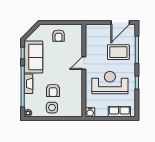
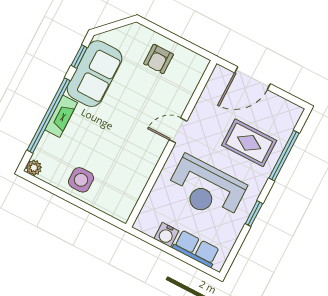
door: (120, 23) -> (252, 78), moved
reception desk: (110, 83) -> (206, 189), turned 180
armchair: (53, 90) -> (99, 150), removed
water cooler: (90, 112) -> (166, 235), moved

